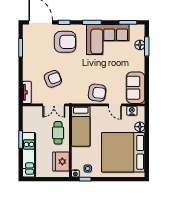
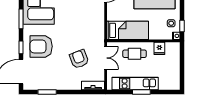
armchair: (65, 42) -> (41, 46), turned -90
armchair: (97, 93) -> (93, 14), removed
kitchen unit: (29, 155) -> (135, 84), moved
fridge: (61, 162) -> (159, 48), width x0.53, depth x0.75

